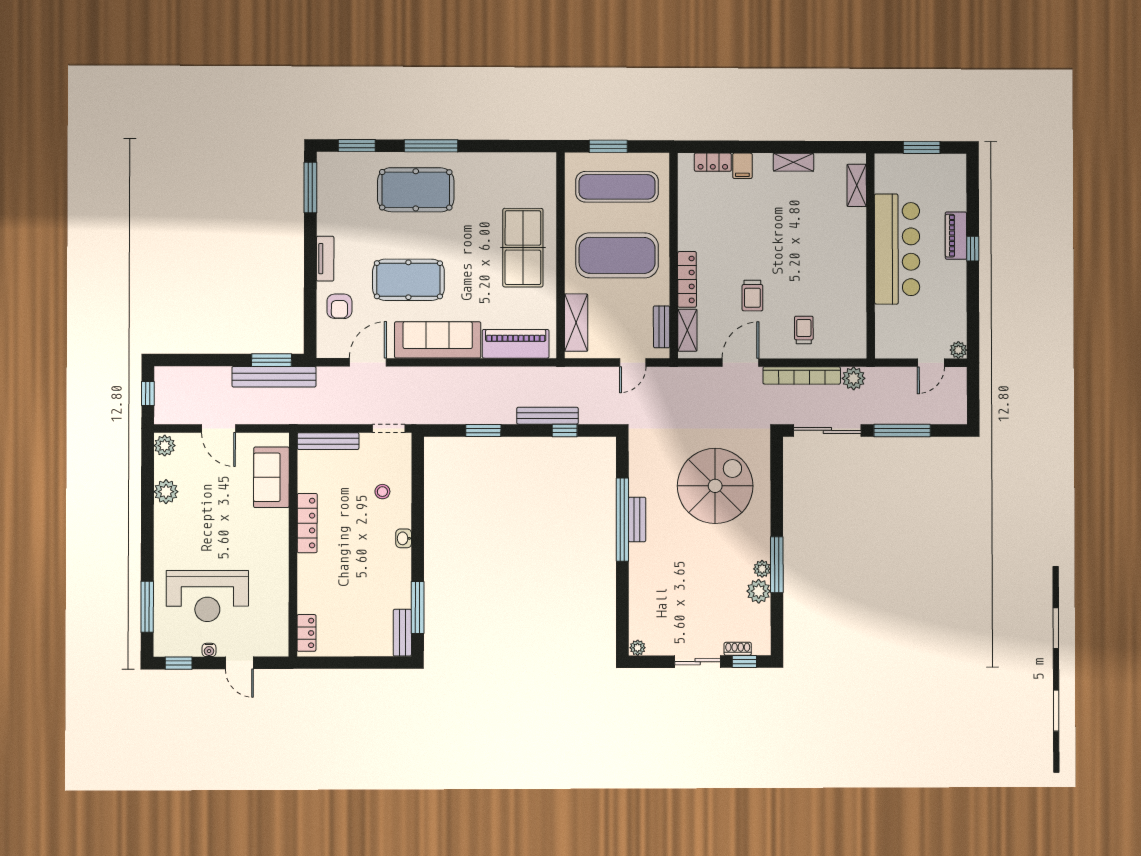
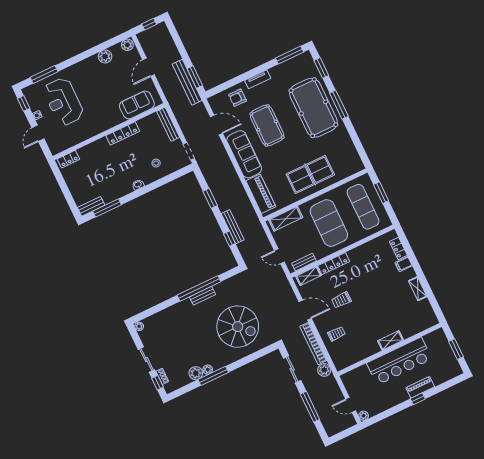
shelving: (857, 185) -> (391, 340), moved
pool table: (416, 190) -> (313, 108), width x1.36, depth x1.32
sliding door: (827, 430) -> (292, 369), width x0.73

